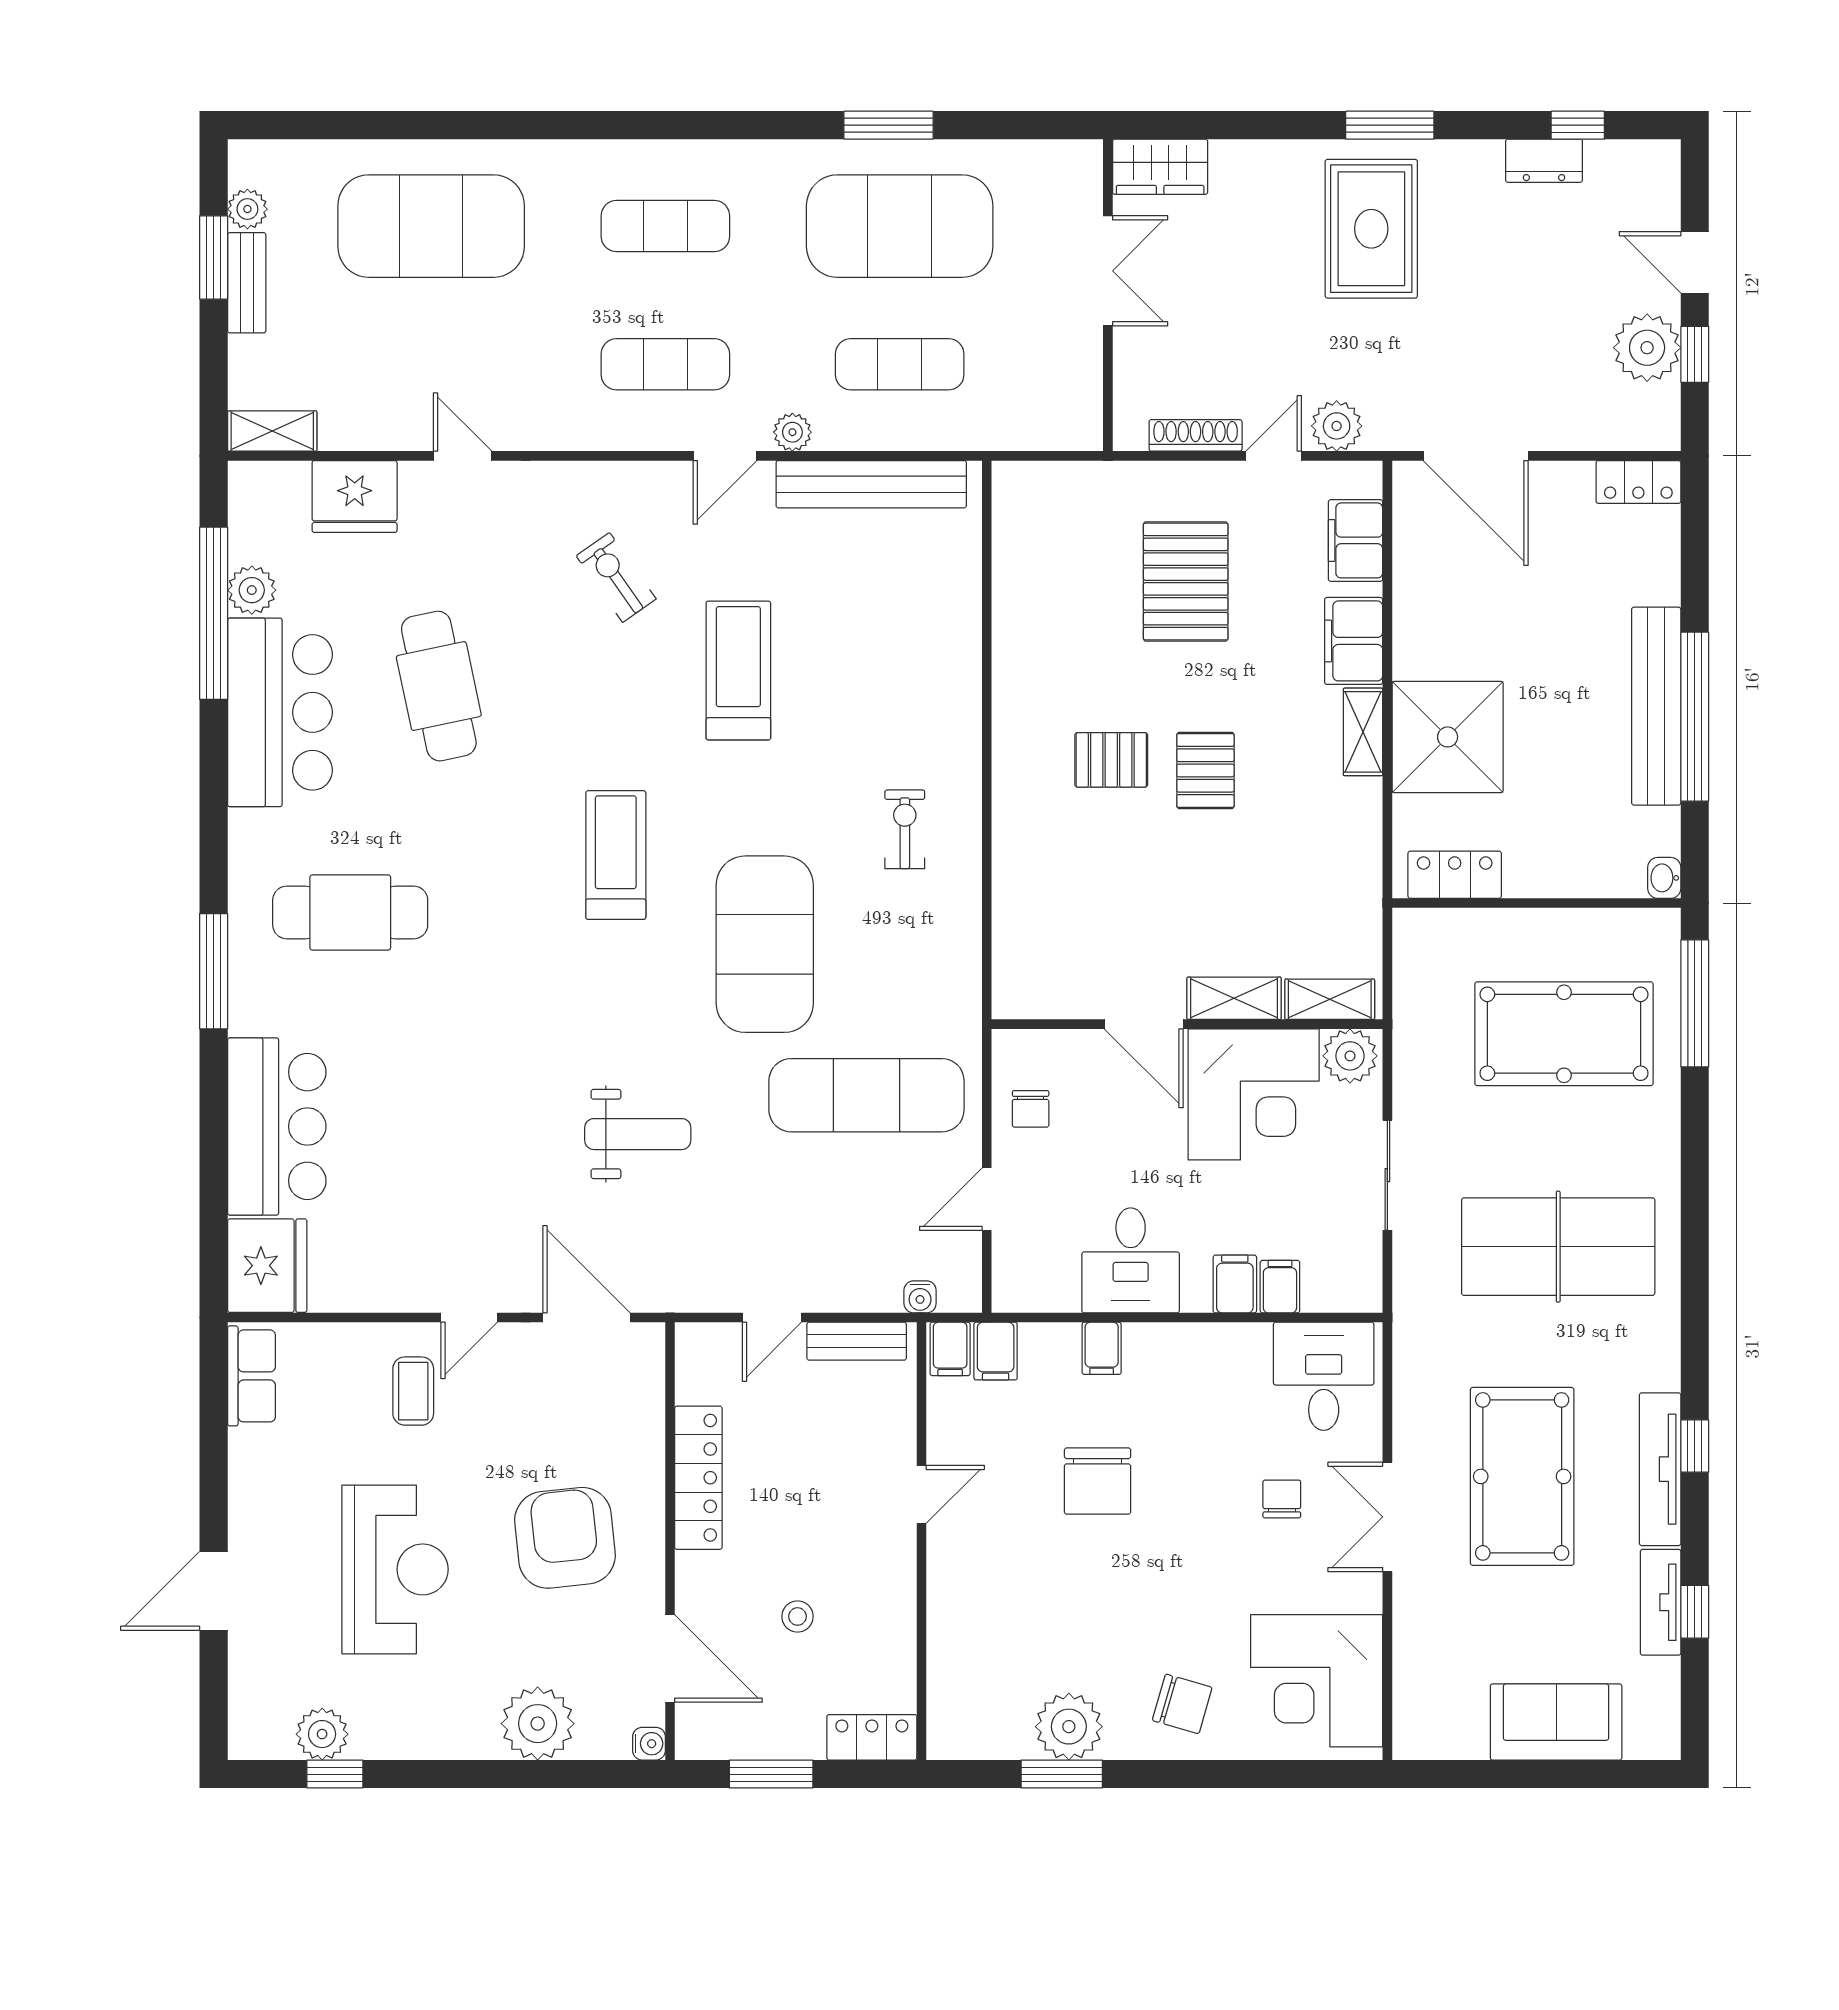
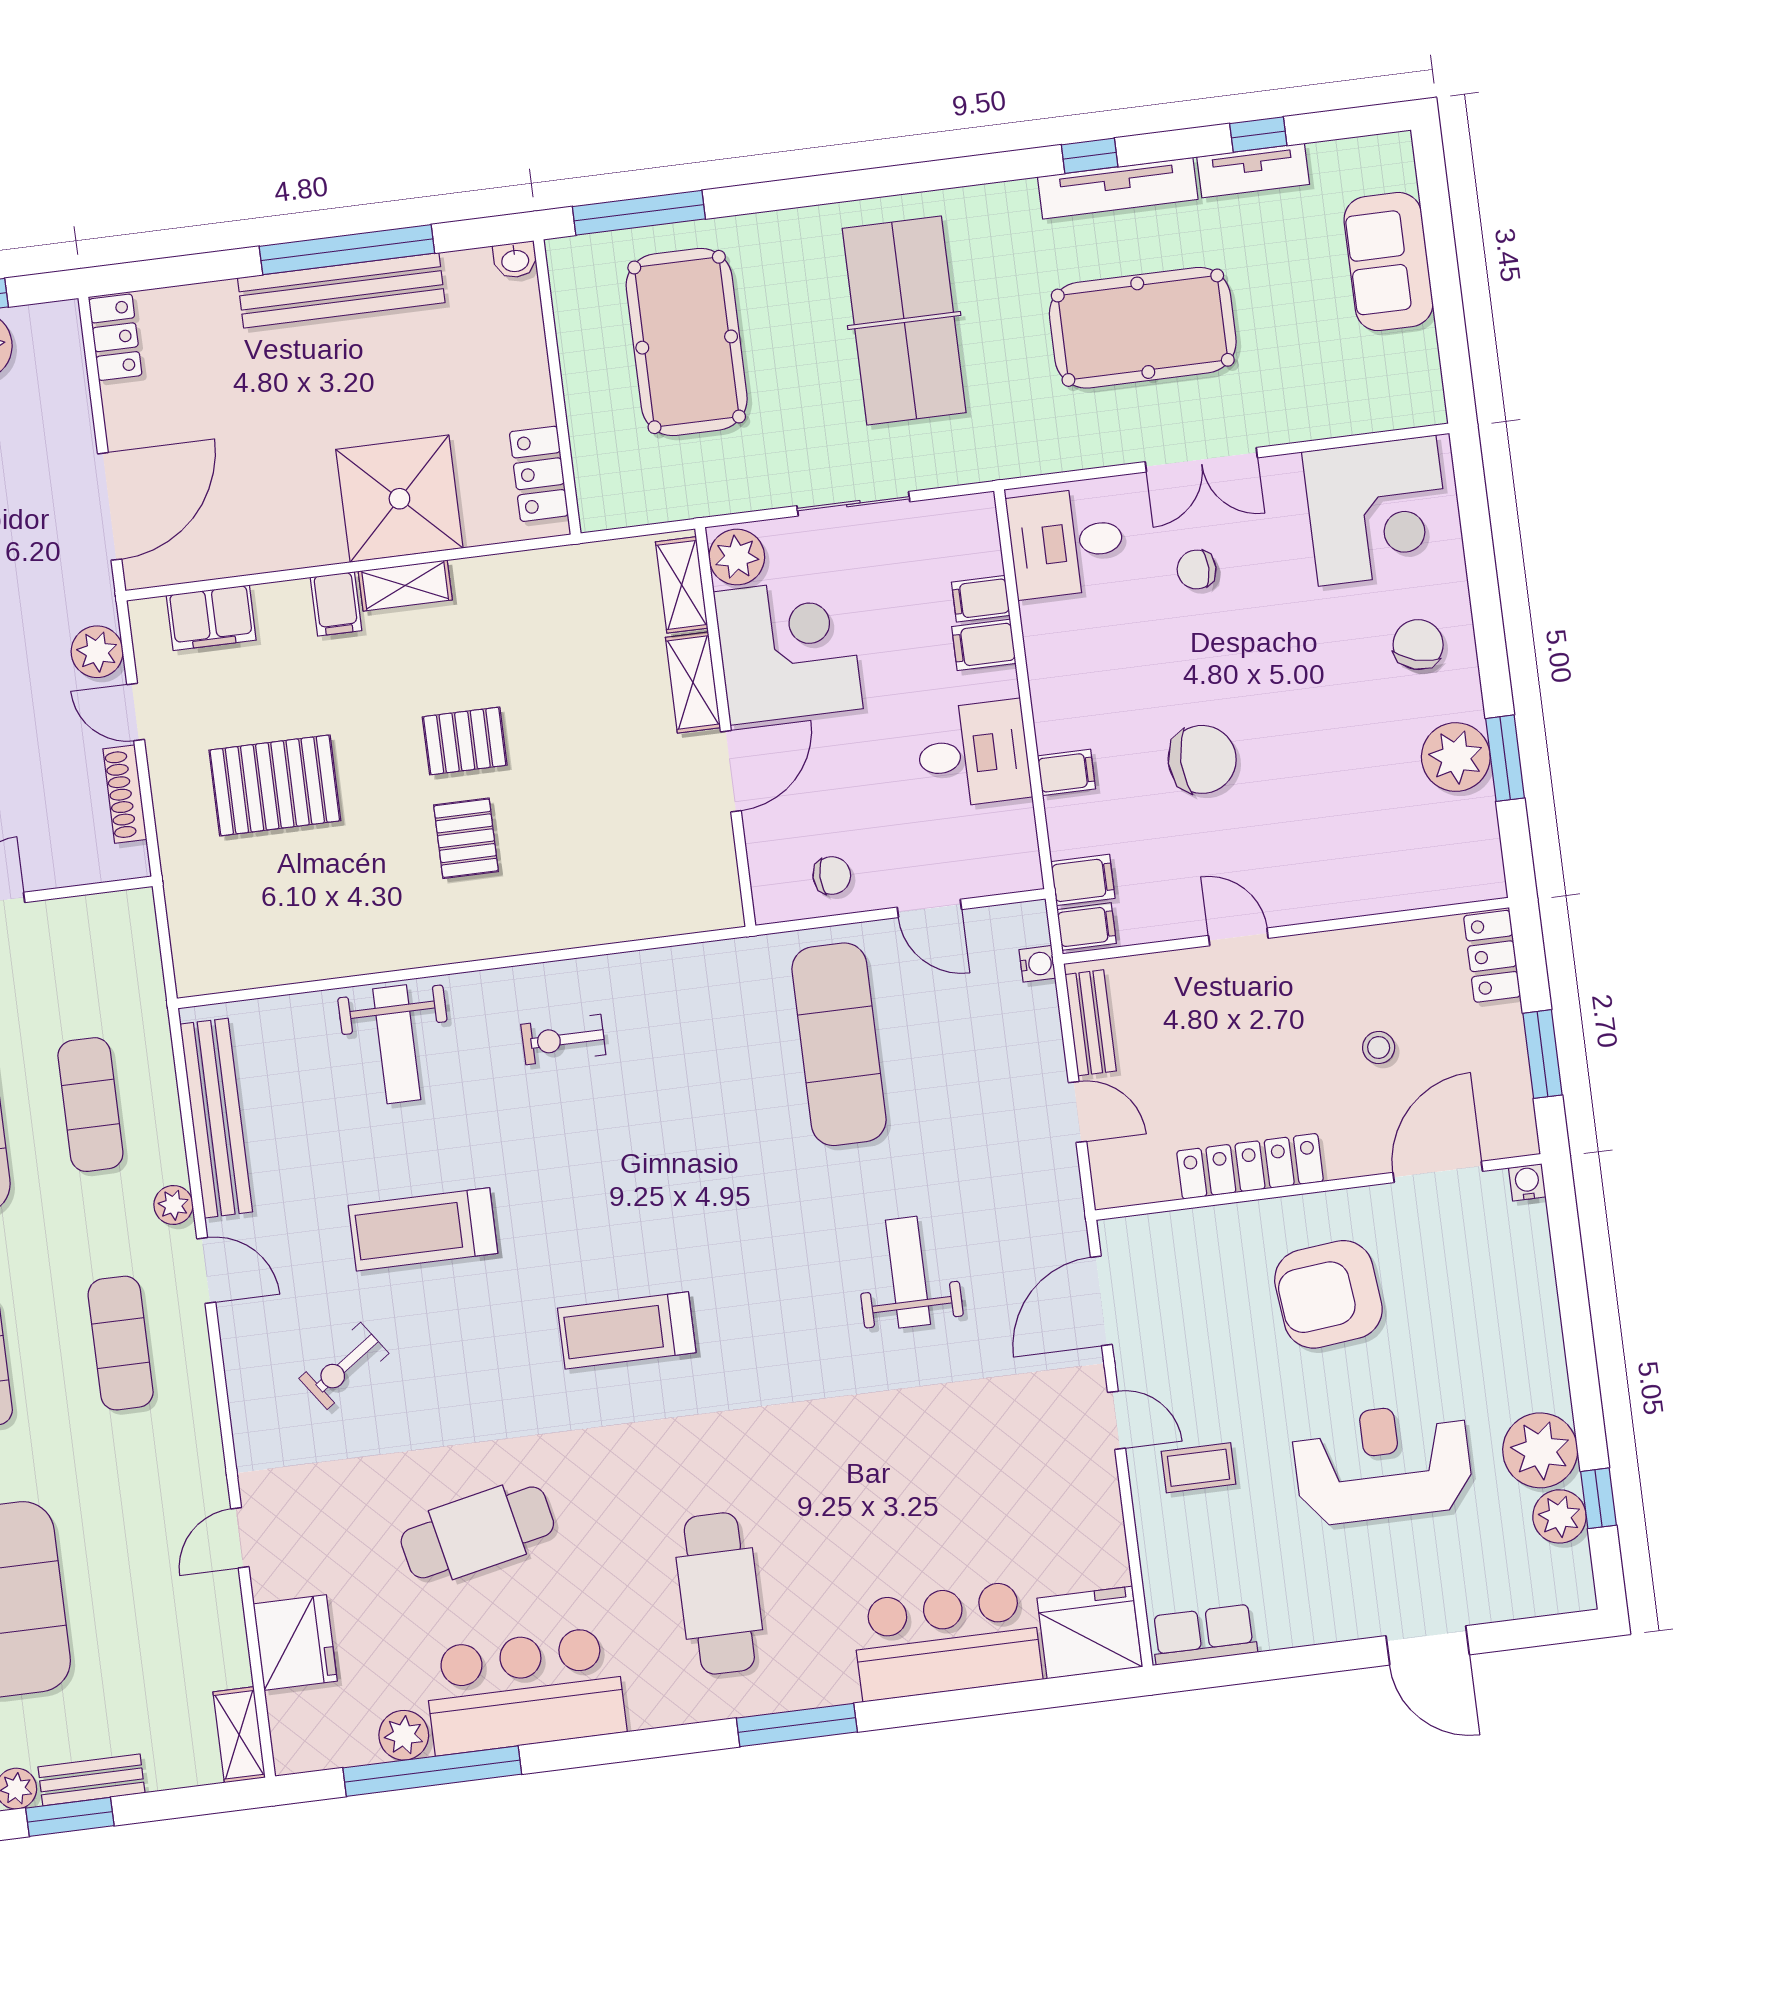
filing cabinet: (1354, 641) -> (336, 604), width x0.50
weight bench: (921, 668) -> (397, 1044), added
exercise mat: (765, 944) -> (698, 1167), removed
plant: (538, 1724) -> (1540, 1450), moved

